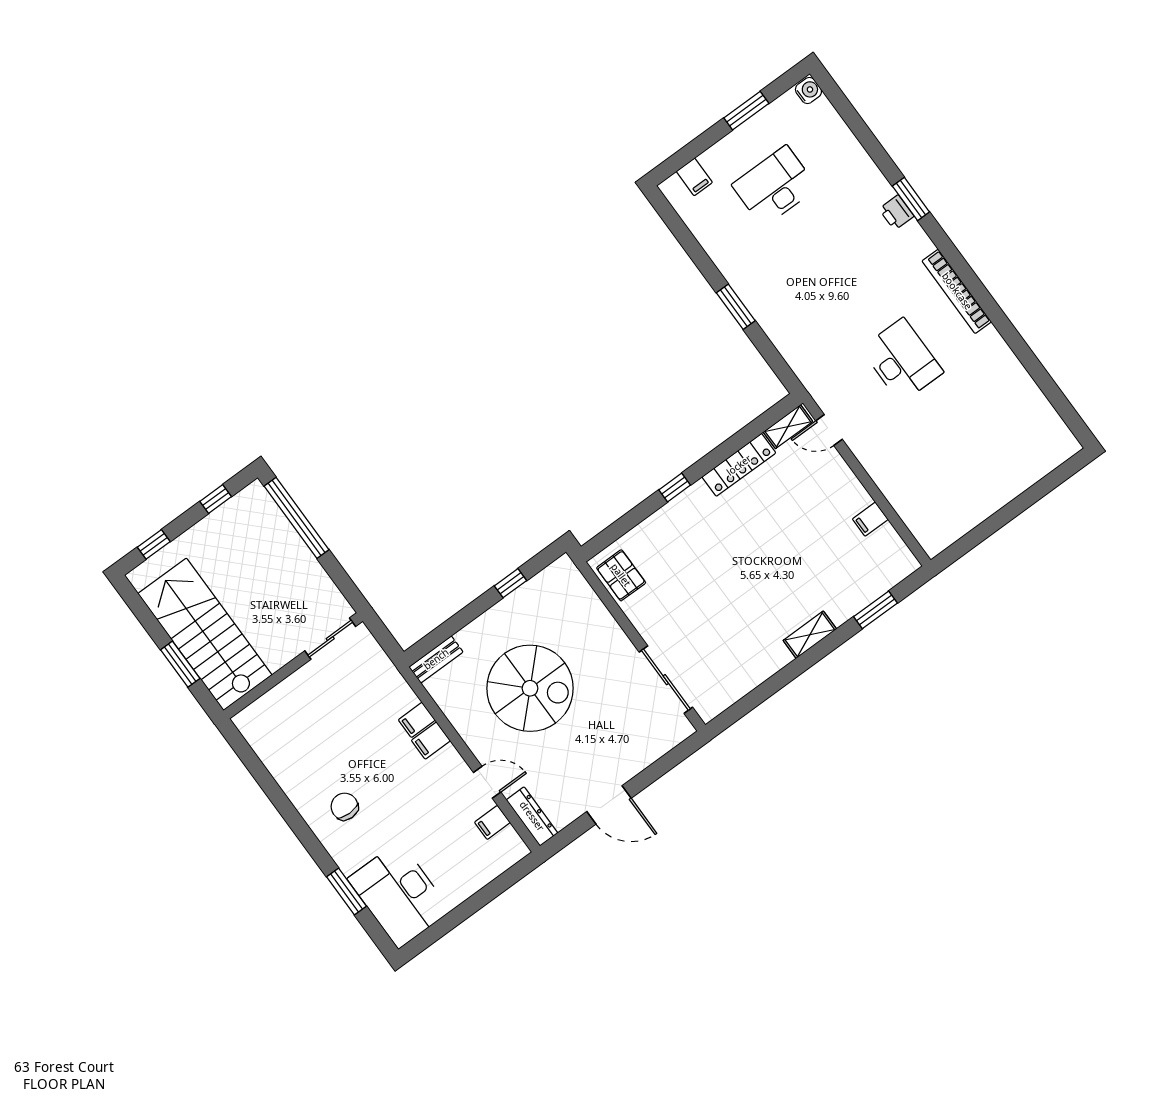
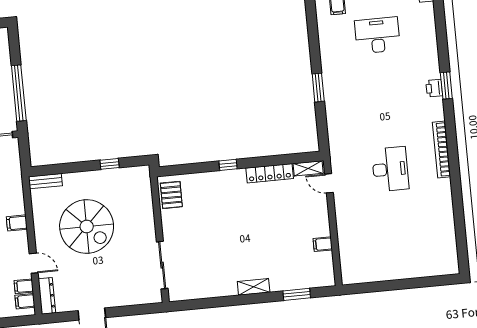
window: (296, 518) -> (19, 93), moved
filing cabinet: (417, 720) -> (25, 301), moved

